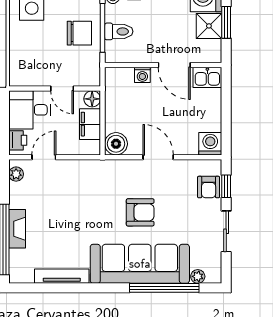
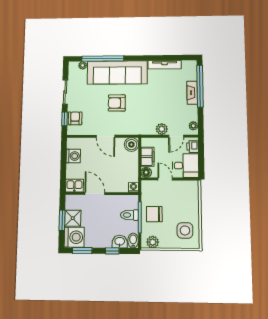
washing machine: (142, 75) -> (133, 187), moved
washing machine: (210, 144) -> (73, 156), moved, turned -90
plant: (67, 169) -> (162, 129), added

